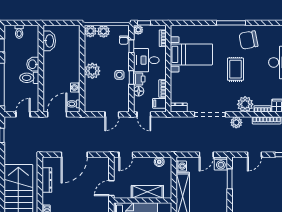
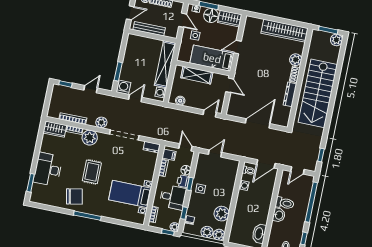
plant: (92, 71) -> (222, 214), moved
dresser: (47, 180) -> (290, 94), moved
door: (111, 188) -> (230, 85), hinge flipped

